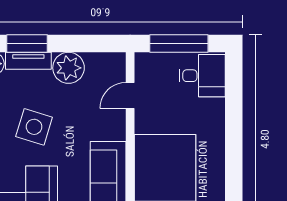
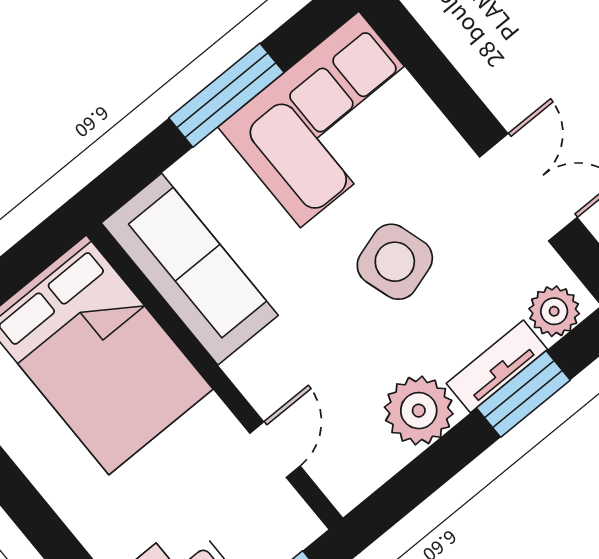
side table: (34, 127) -> (395, 262), turned -34

